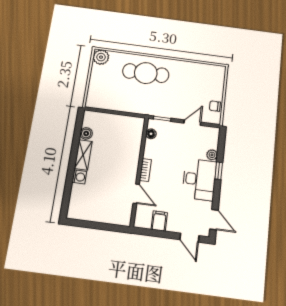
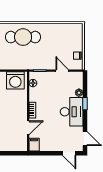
door: (192, 123) -> (62, 71), hinge flipped
washing machine: (128, 127) -> (15, 80), added
door: (136, 194) -> (28, 128), hinge flipped
filing cabinet: (159, 221) -> (34, 145), moved

